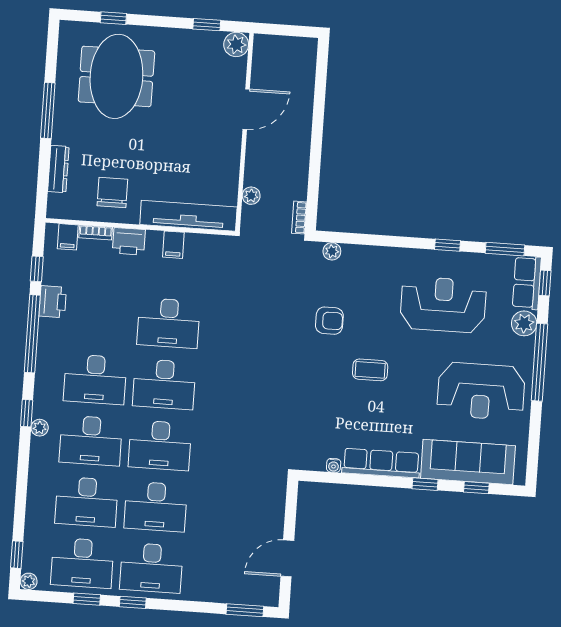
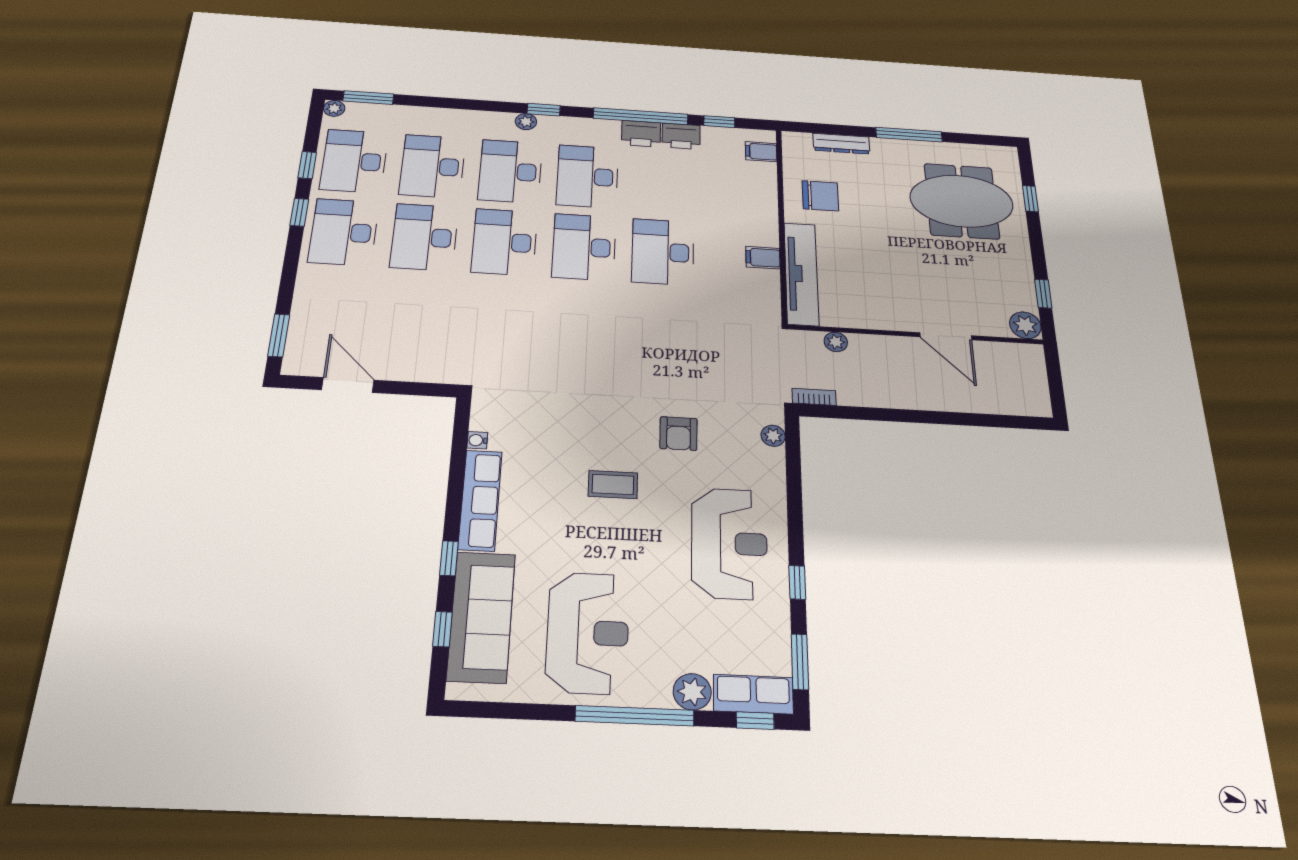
bookcase: (96, 233) -> (769, 179), removed
printer: (129, 241) -> (641, 134), moved, turned -90
reception desk: (443, 305) -> (729, 543), moved
coffee table: (370, 370) -> (613, 484), turned 90
reception desk: (481, 391) -> (588, 633), turned 180
window: (17, 555) -> (368, 98), width x1.50

